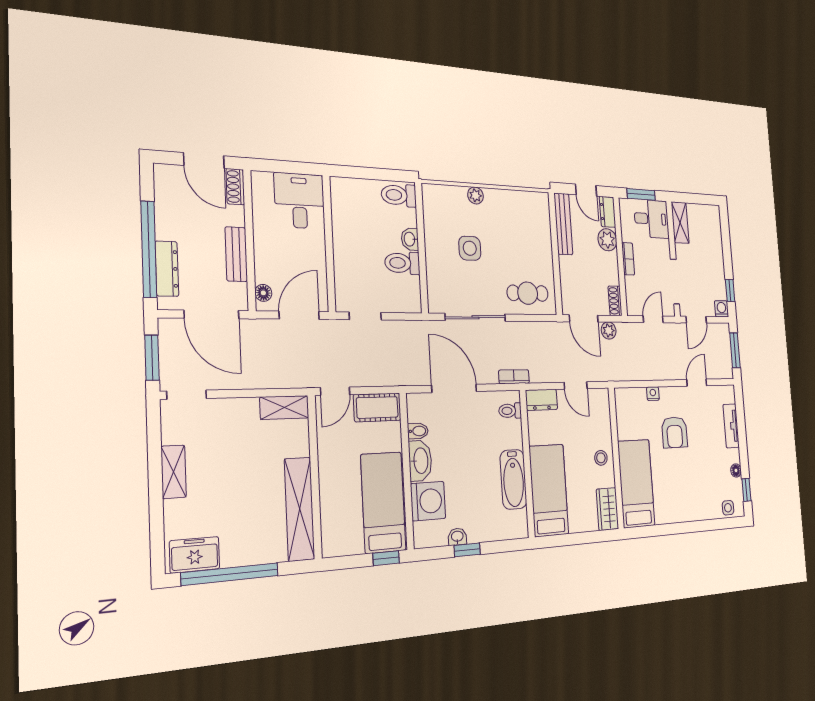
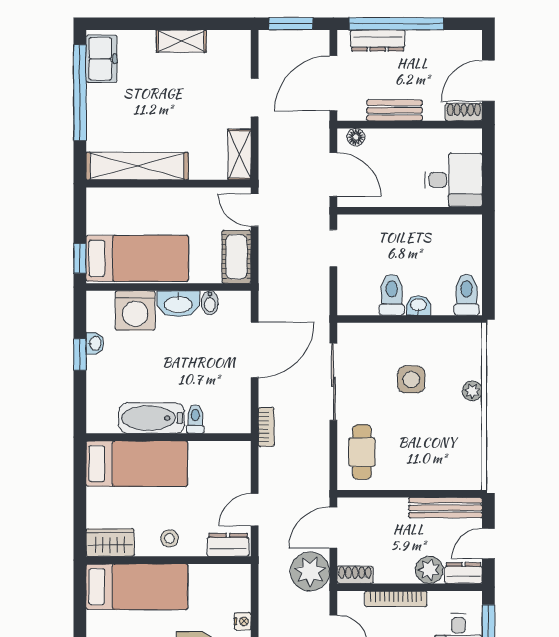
bookcase: (628, 259) -> (396, 599), width x1.56
plant: (609, 330) -> (310, 571), width x1.88, depth x1.88
doorway: (187, 395) -> (255, 98), moved
dresser: (541, 400) -> (228, 545), moved, turned 90
toilet: (510, 411) -> (195, 419), moved

